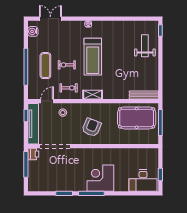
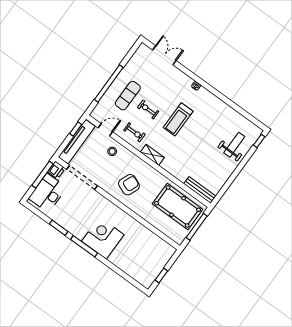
water cooler: (33, 31) -> (139, 55), removed
treadmill: (93, 57) -> (178, 119), width x0.73, depth x0.73
desk: (143, 180) -> (48, 193), moved, turned 90

